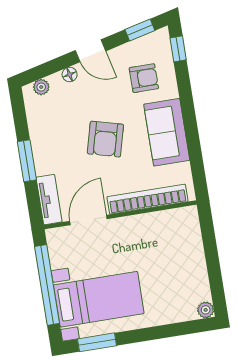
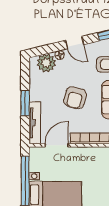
plant: (41, 87) -> (46, 63), width x1.87, depth x1.87
tv unit: (49, 200) -> (35, 123), width x1.41

